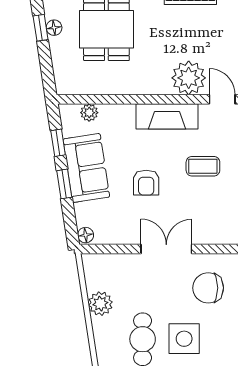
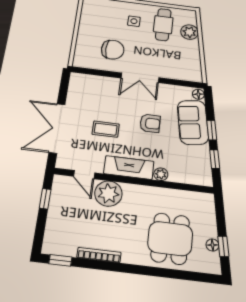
plant: (89, 113) -> (161, 174), moved
sofa: (86, 168) -> (193, 122), moved
armchair: (146, 183) -> (150, 123), turned 90
plant: (100, 304) -> (189, 32), moved
side table: (184, 339) -> (134, 21), width x0.54, depth x0.54

